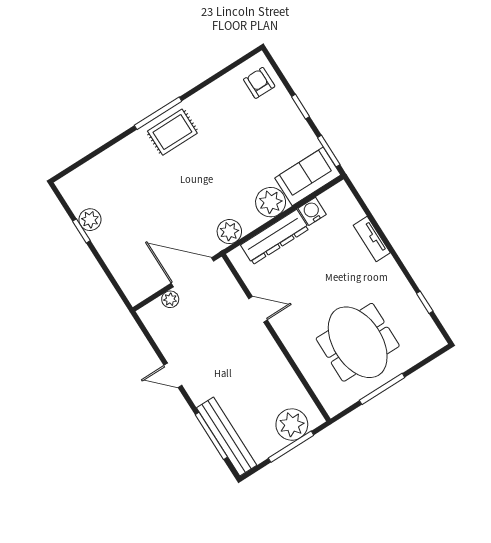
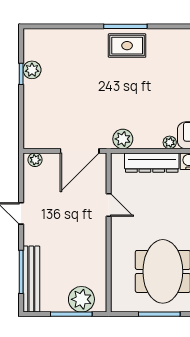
plant: (271, 202) -> (170, 142), width x0.53, depth x0.53
door: (192, 272) -> (80, 151), swing flipped
plant: (170, 299) -> (35, 160), moved

